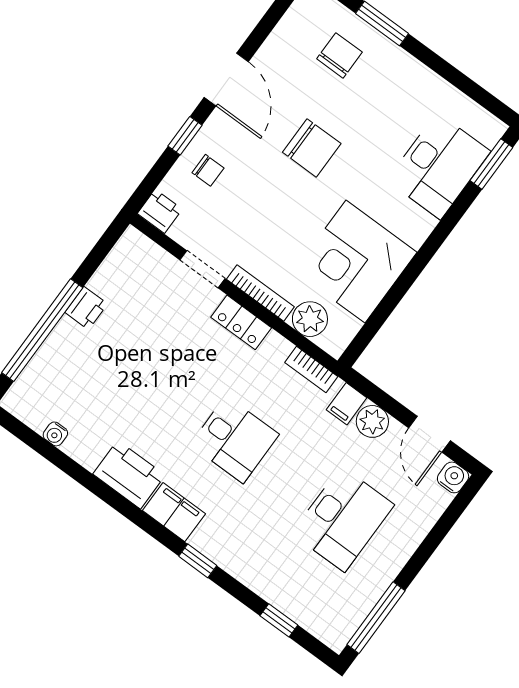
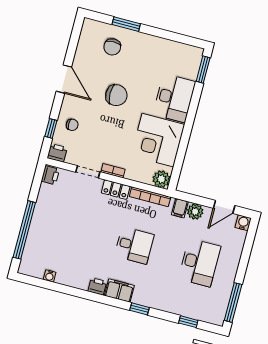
chair: (339, 55) -> (112, 47), turned 180
window: (185, 136) -> (51, 128), moved
desk: (439, 166) -> (174, 98), moved
bookcase: (260, 293) -> (113, 171), width x0.64
printer: (86, 308) -> (50, 175), moved
plant: (310, 319) -> (161, 179), moved
bookcase: (311, 369) -> (150, 197), width x1.56
door: (429, 434) -> (224, 207), hinge flipped
printer: (129, 475) -> (97, 286), width x0.53, depth x0.68

